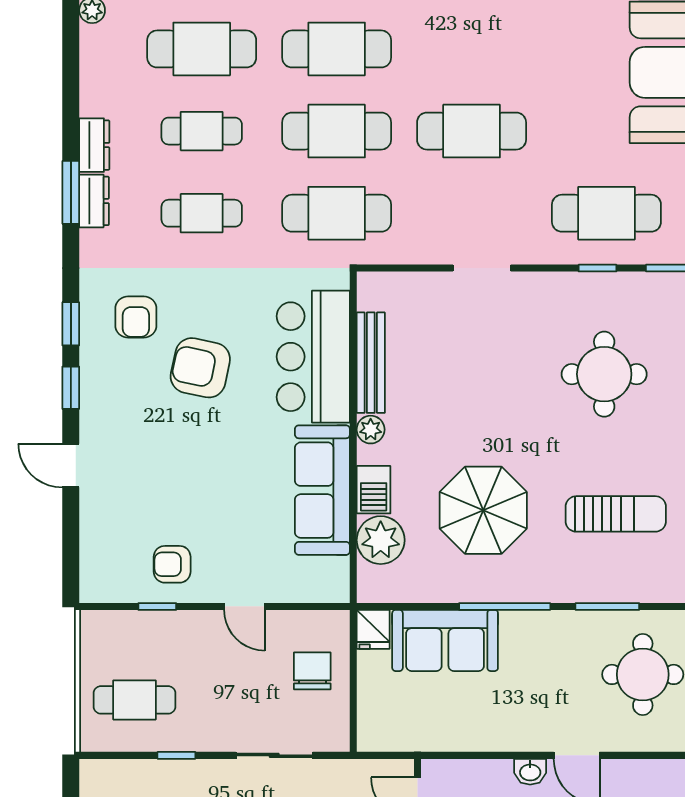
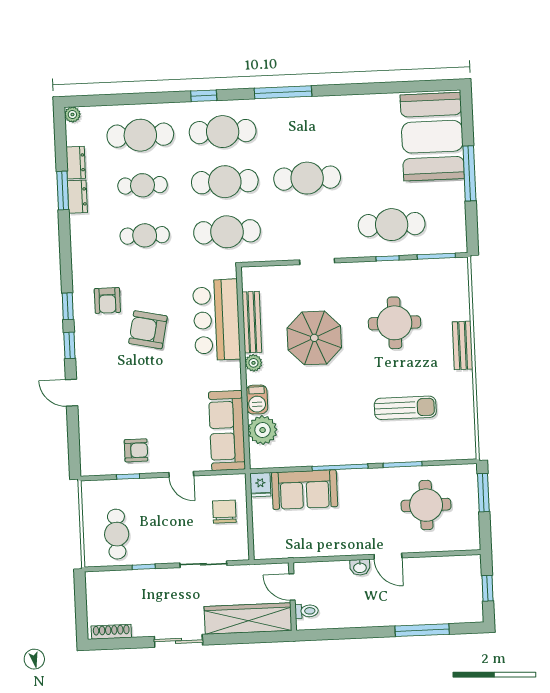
window: (71, 192) -> (63, 190), moved
dresser: (94, 201) -> (76, 163), moved
sofa: (322, 490) -> (227, 431), moved
parasol: (483, 510) -> (314, 338), moved
armchair: (172, 564) -> (136, 450), turned 180
cafe table: (135, 700) -> (117, 534), turned 90

